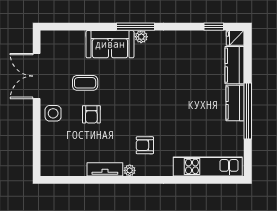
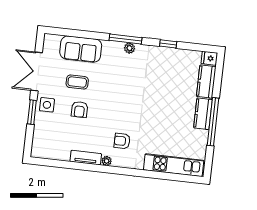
window: (214, 27) -> (168, 44), moved
sofa: (110, 44) -> (81, 49), moved
window: (37, 124) -> (32, 112), added

